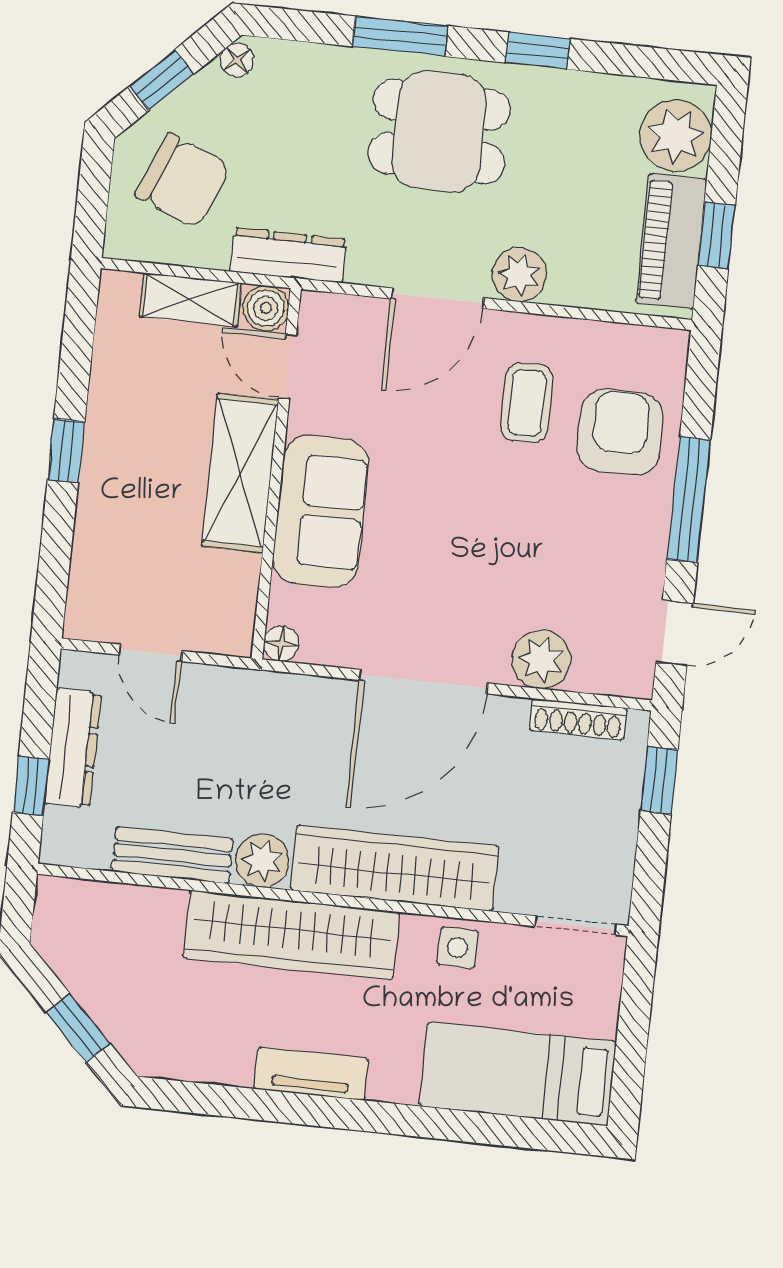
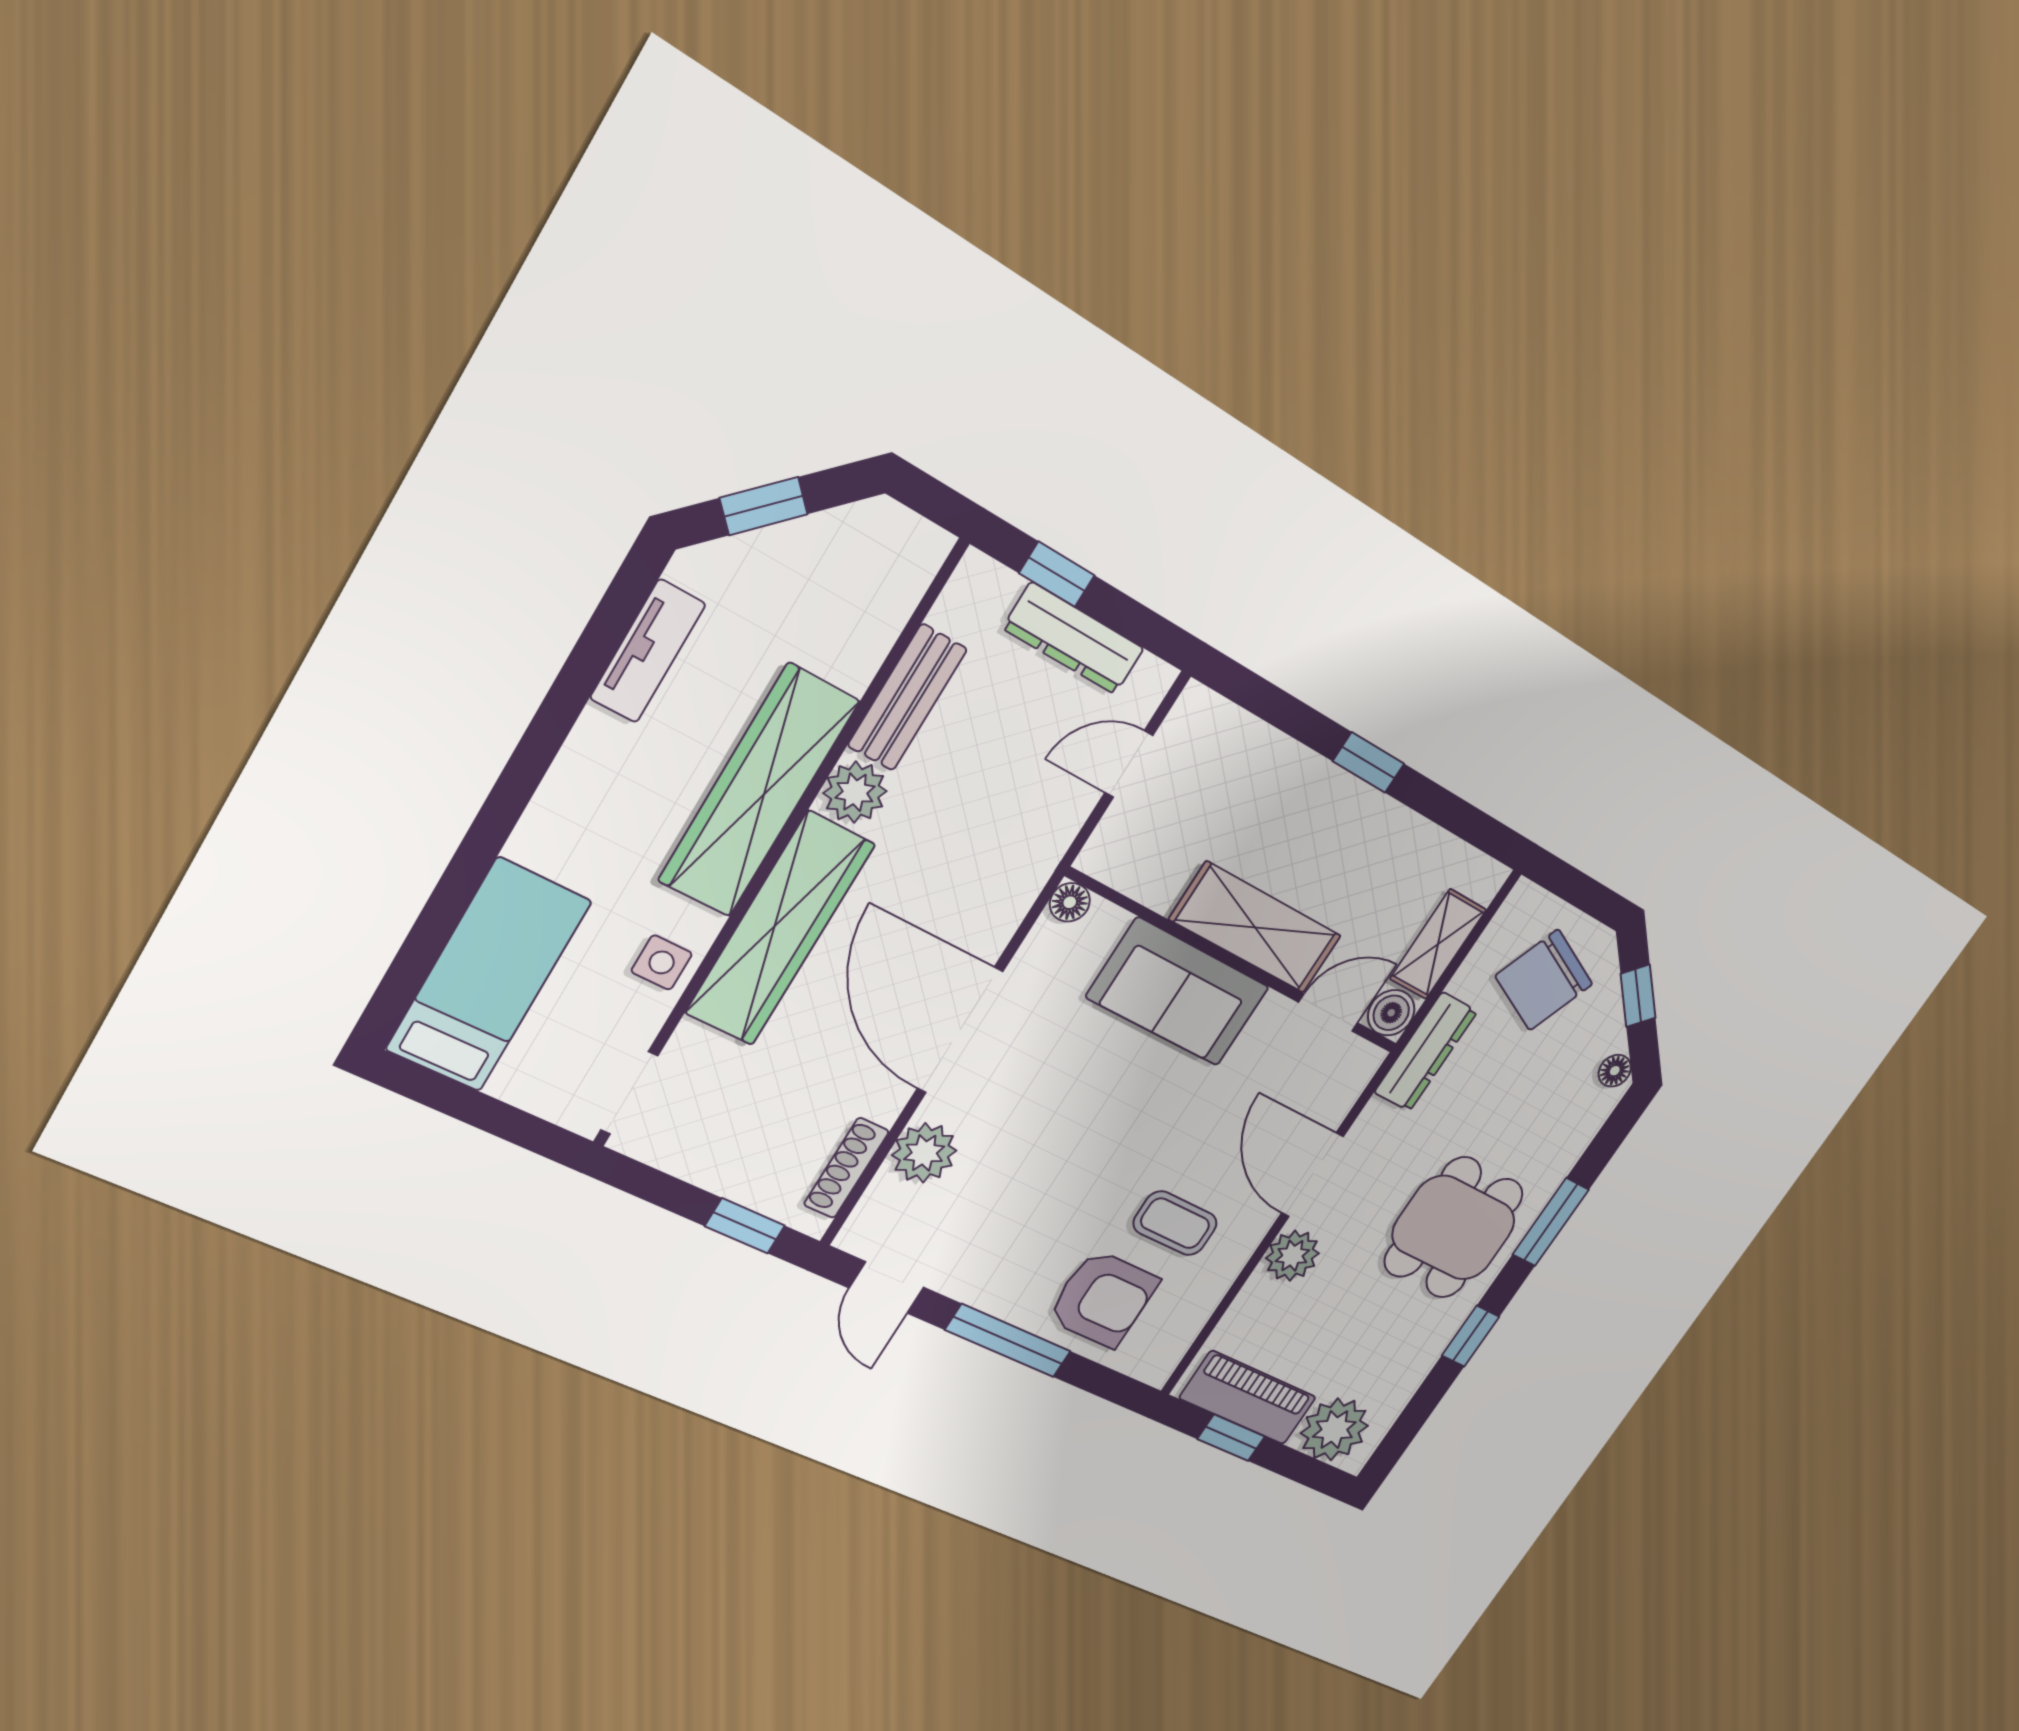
tv unit: (311, 1074) -> (648, 651), moved

